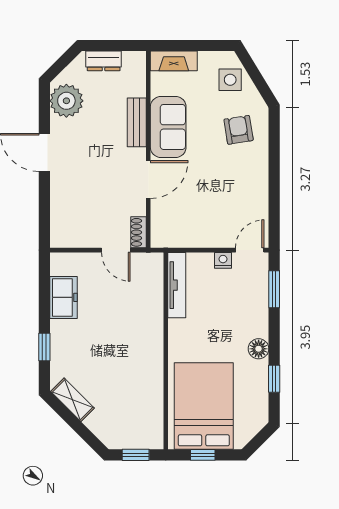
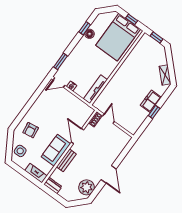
dresser: (104, 61) -> (53, 185), moved
door: (148, 180) -> (77, 136), hinge flipped
freezer: (63, 297) -> (151, 101), moved
window: (44, 347) -> (154, 112), moved
floor lamp: (259, 349) -> (90, 34), moved

